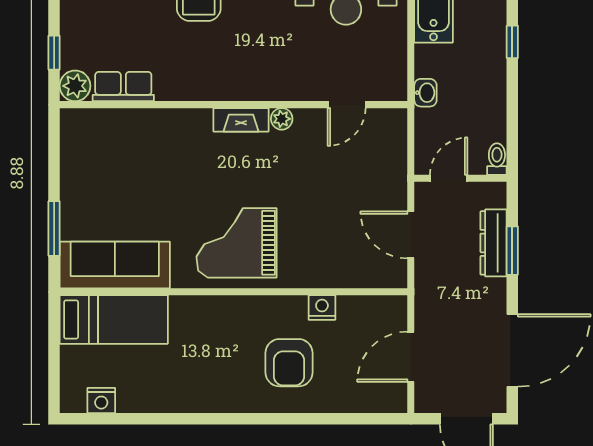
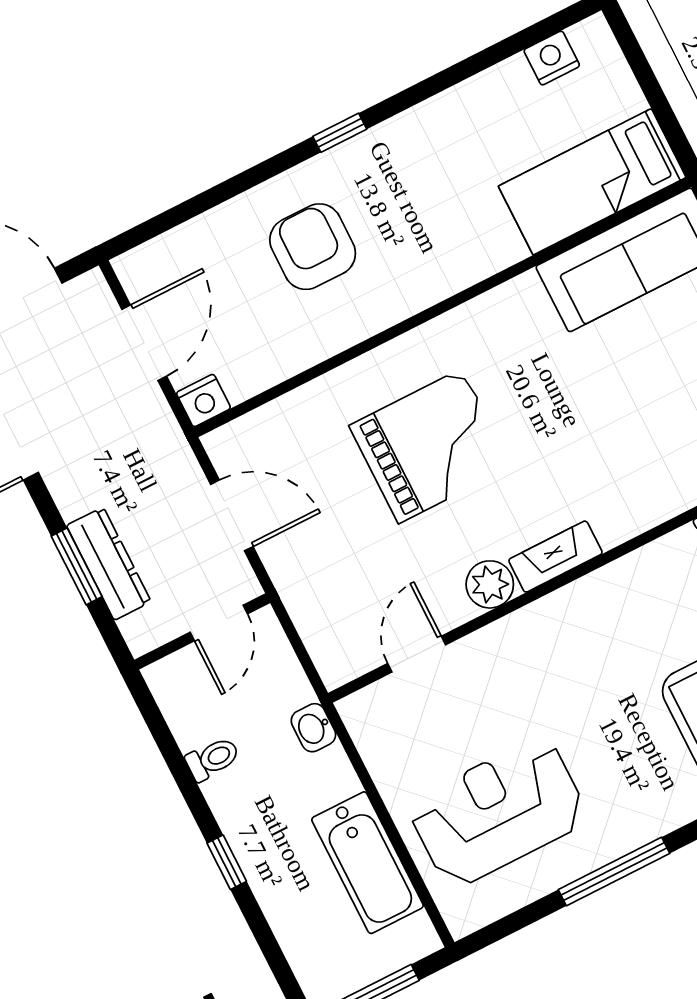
plant: (282, 119) -> (490, 584), width x1.38, depth x1.38
toilet: (497, 159) -> (213, 759), moved, turned -90
grand piano: (236, 243) -> (430, 446), moved
nightstand: (322, 307) -> (203, 400), moved
window: (241, 419) -> (340, 133), added

